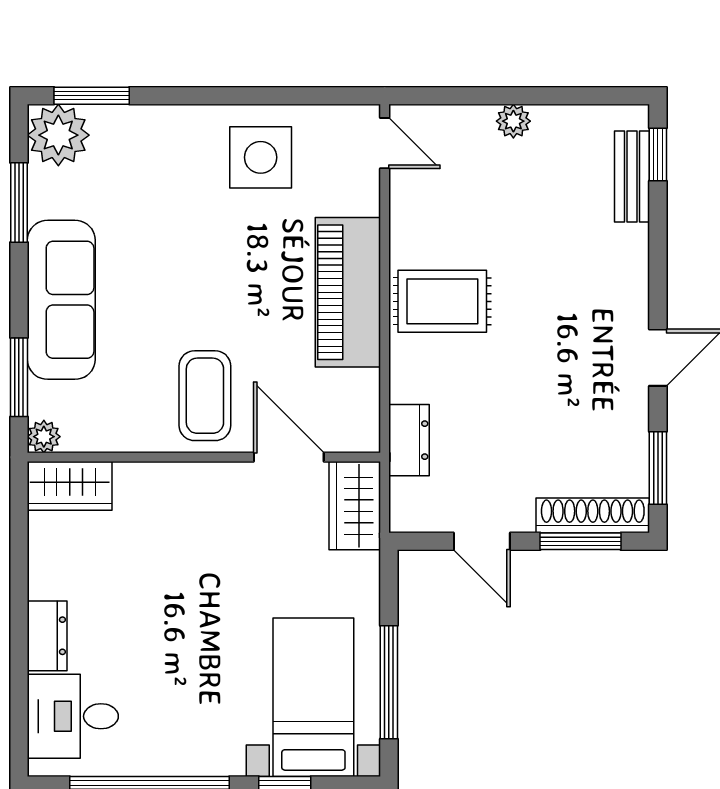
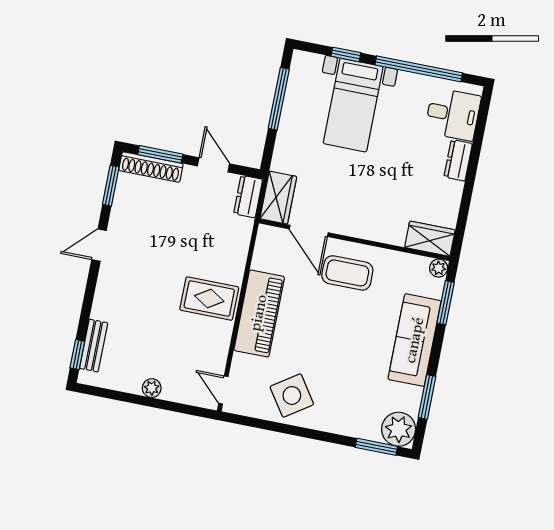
side table: (261, 157) -> (292, 395), turned -34
coffee table: (205, 396) -> (347, 273), turned 90
dresser: (409, 440) -> (248, 197), moved
bed with nightstands: (313, 697) -> (353, 105), moved

